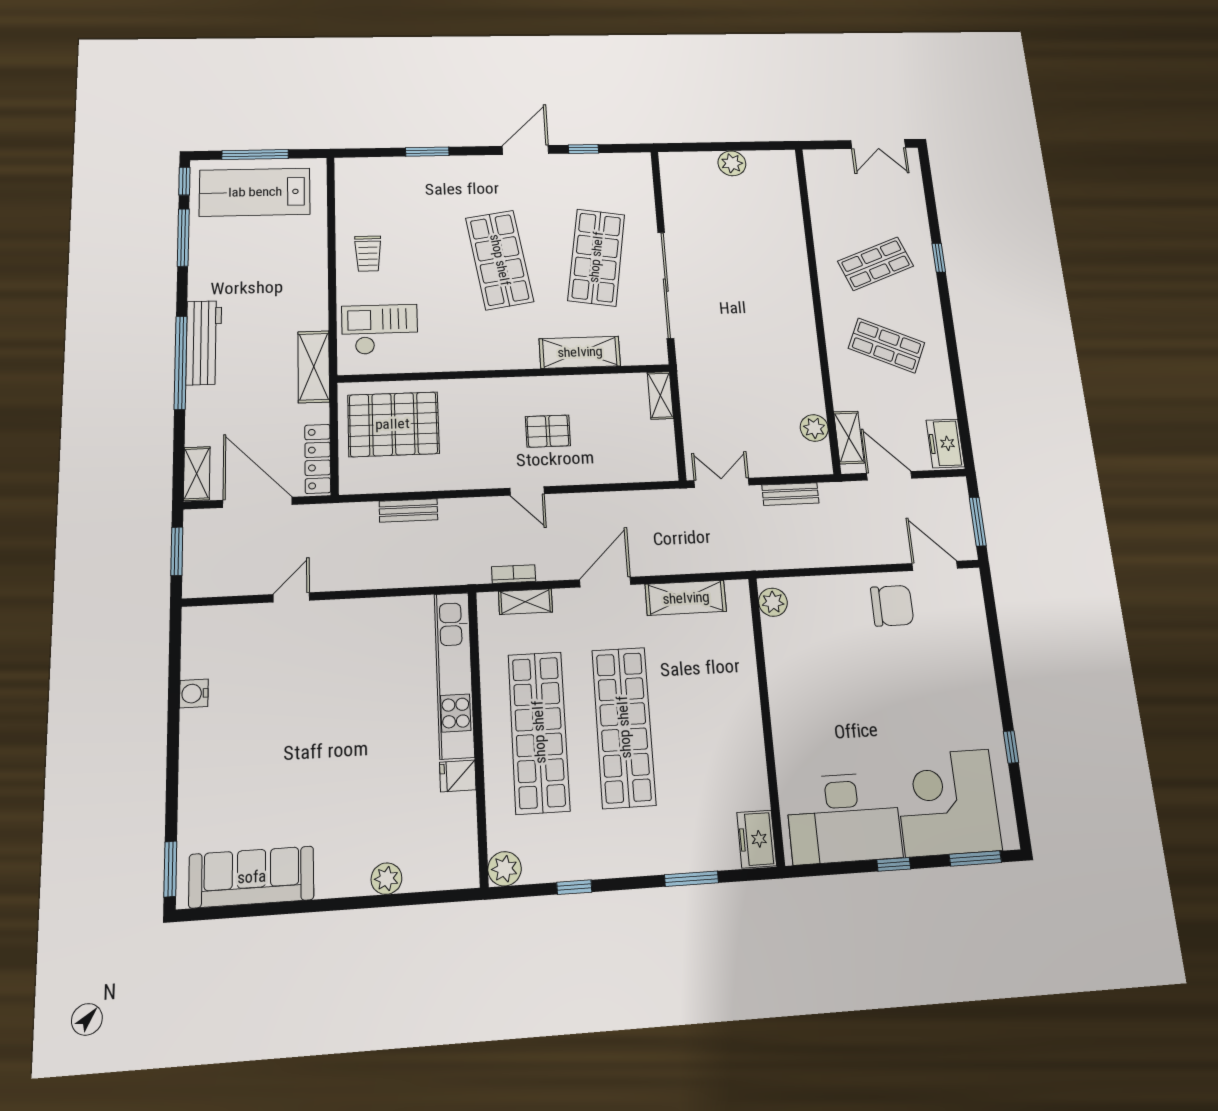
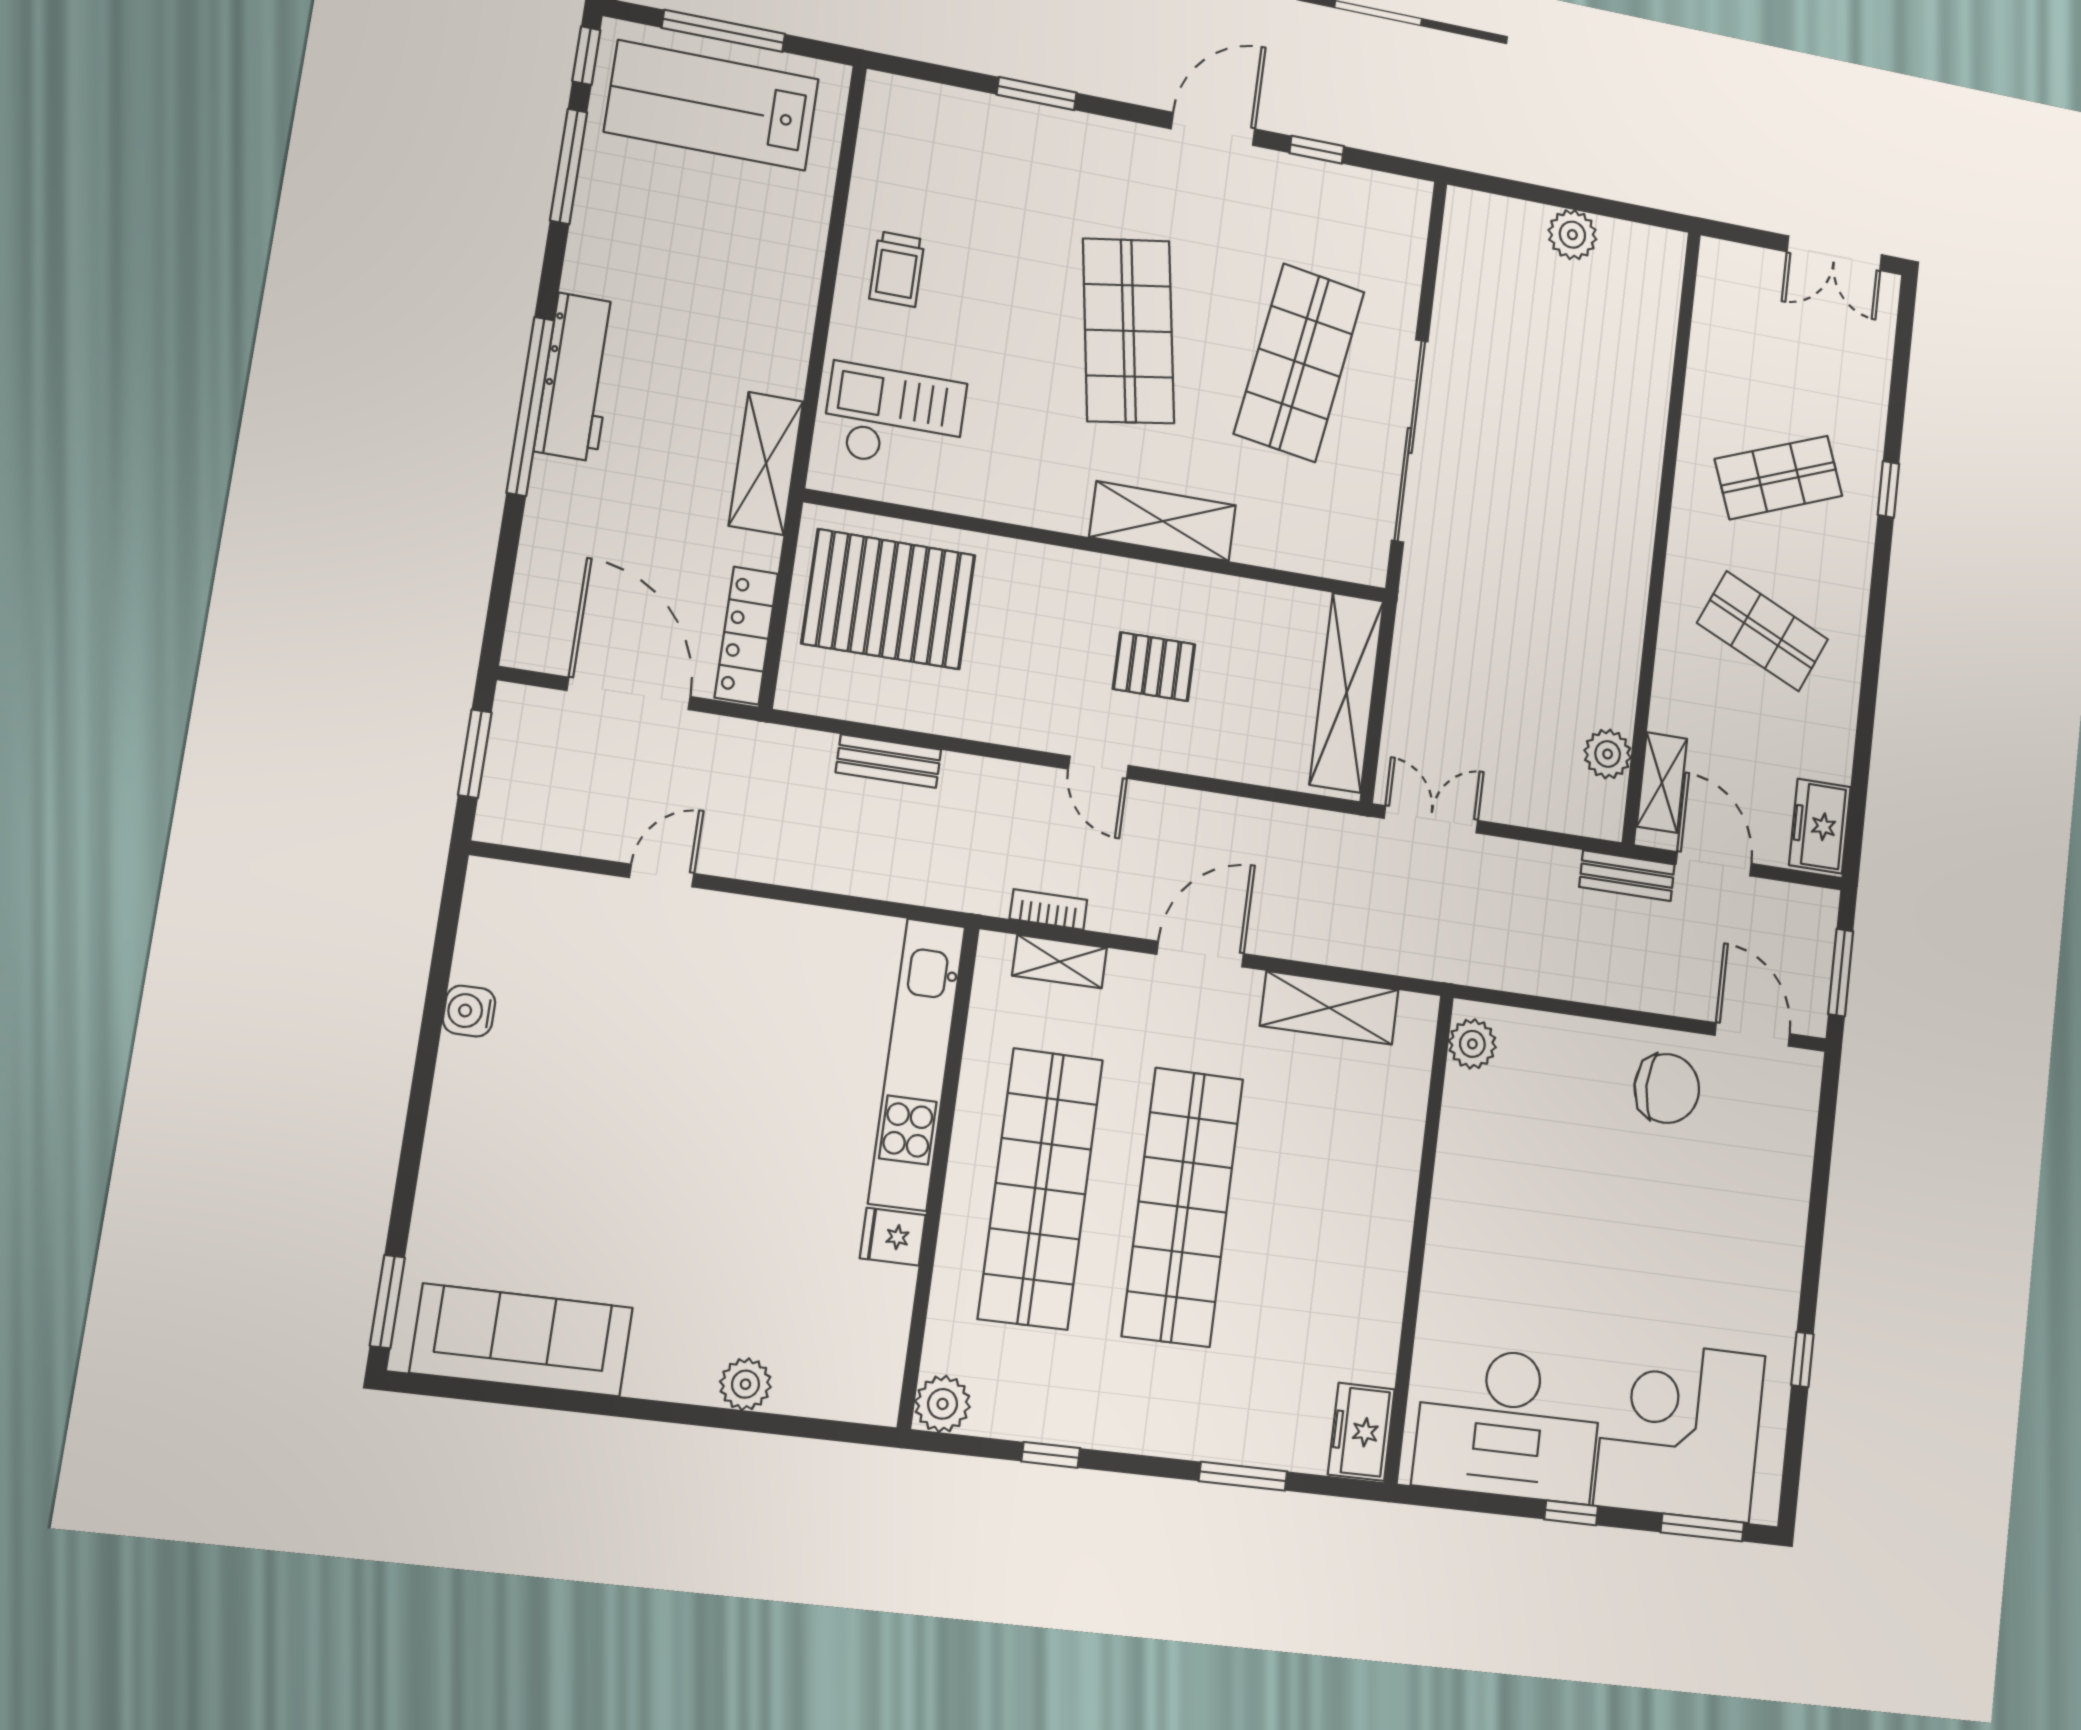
shelving: (580, 352) -> (1163, 521), moved
shelving: (660, 395) -> (1347, 693), width x2.20, depth x1.33
shelving: (197, 474) -> (530, 619), removed
bench: (790, 494) -> (1627, 876), moved

